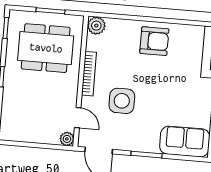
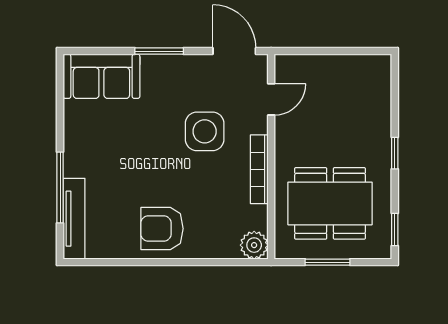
door: (78, 118) -> (271, 99), swing flipped
plant: (67, 139) -> (285, 65), removed

